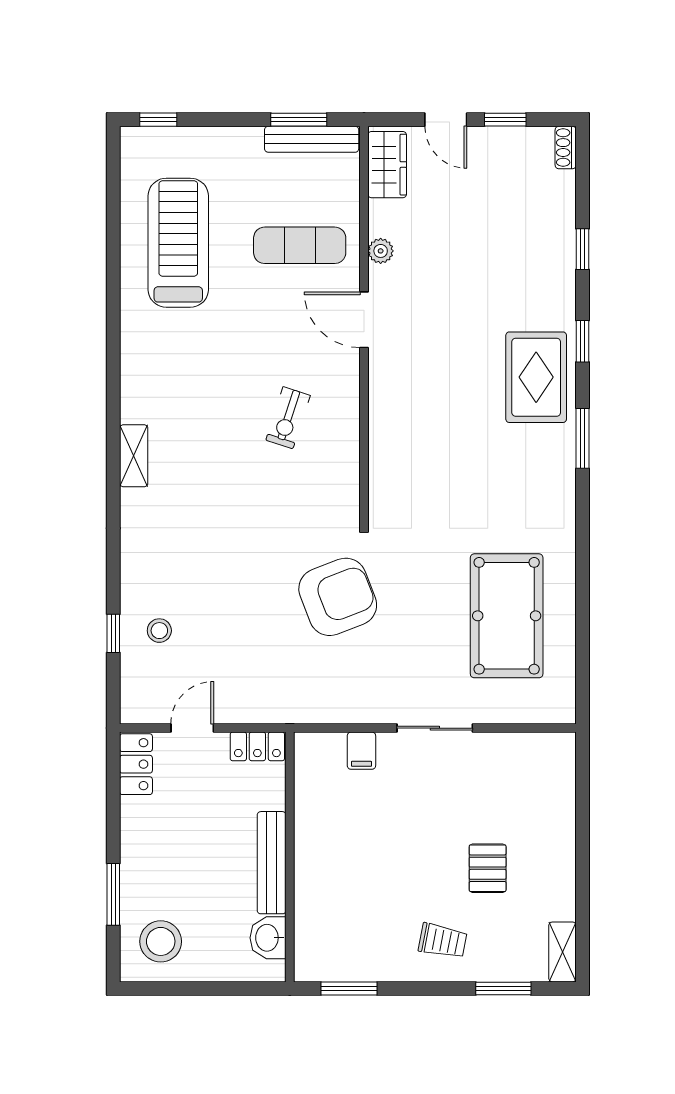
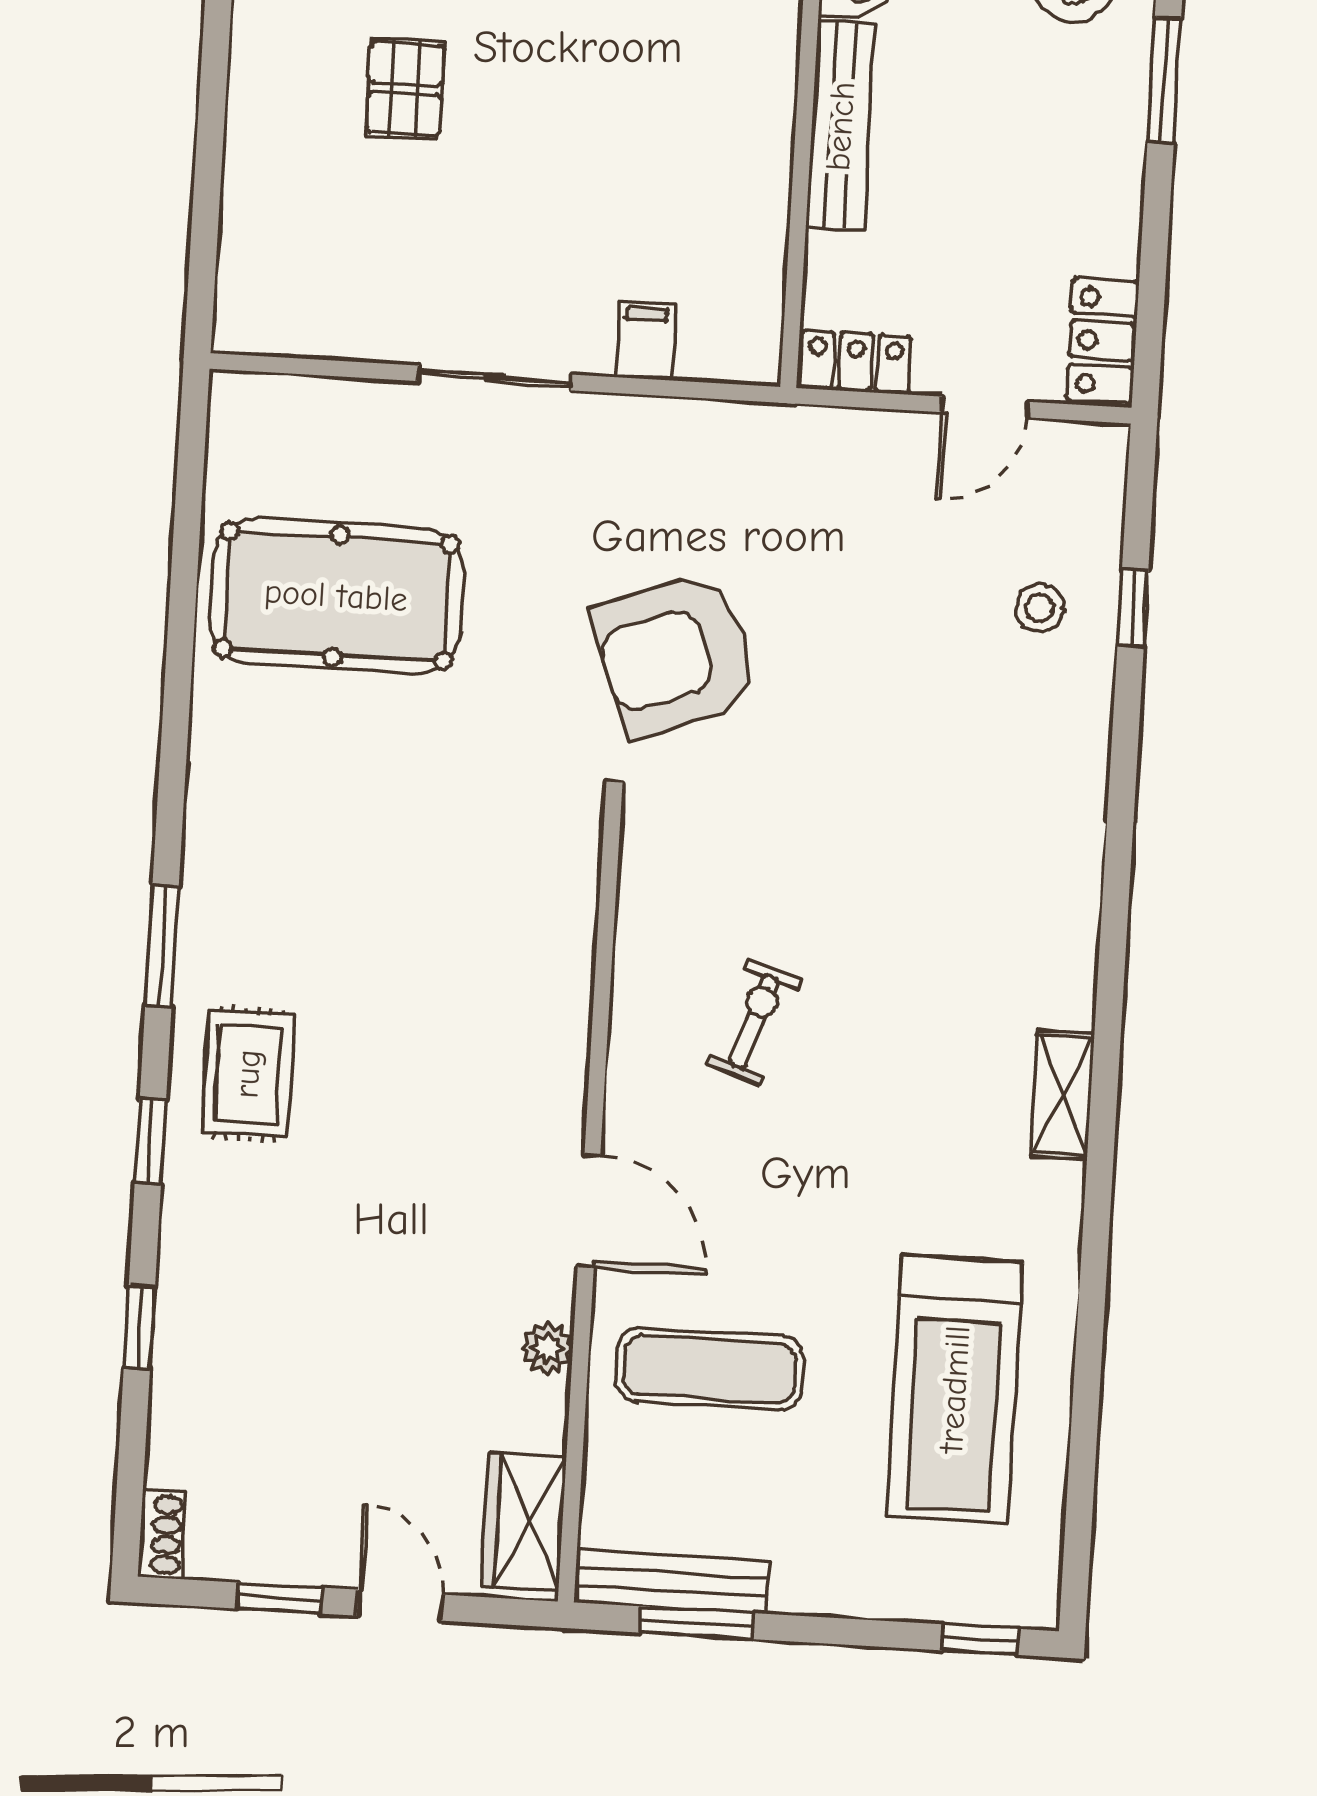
rug: (536, 377) -> (248, 1074), width x0.73, depth x0.70
shelving: (134, 456) -> (1063, 1095), moved
pool table: (507, 616) -> (336, 596), turned 90

